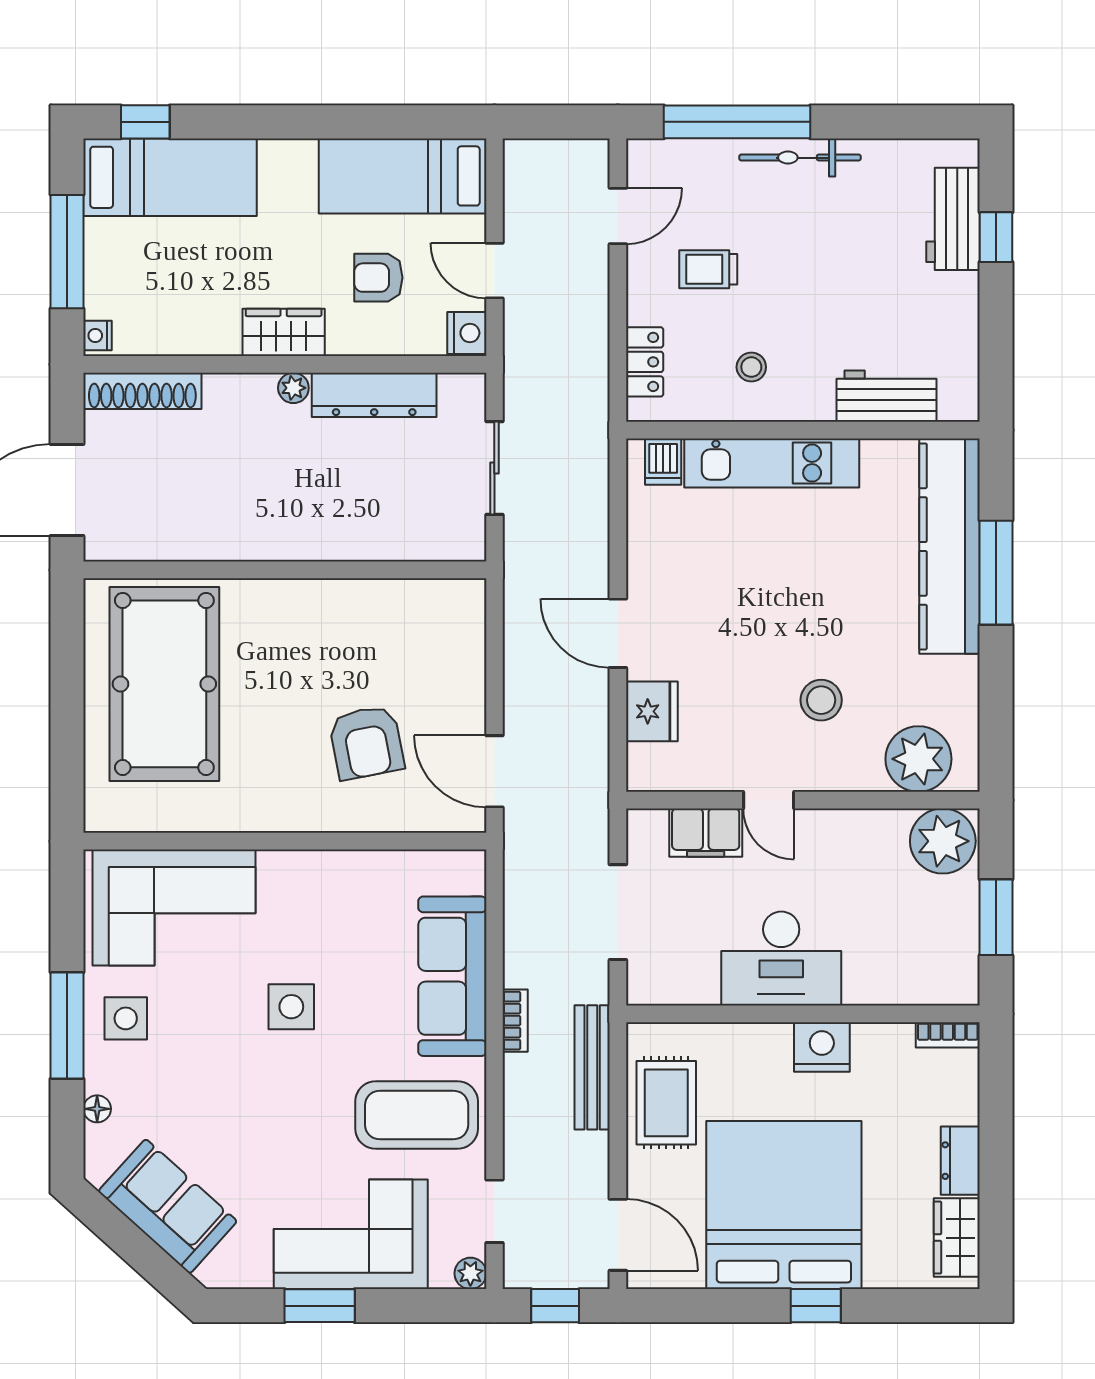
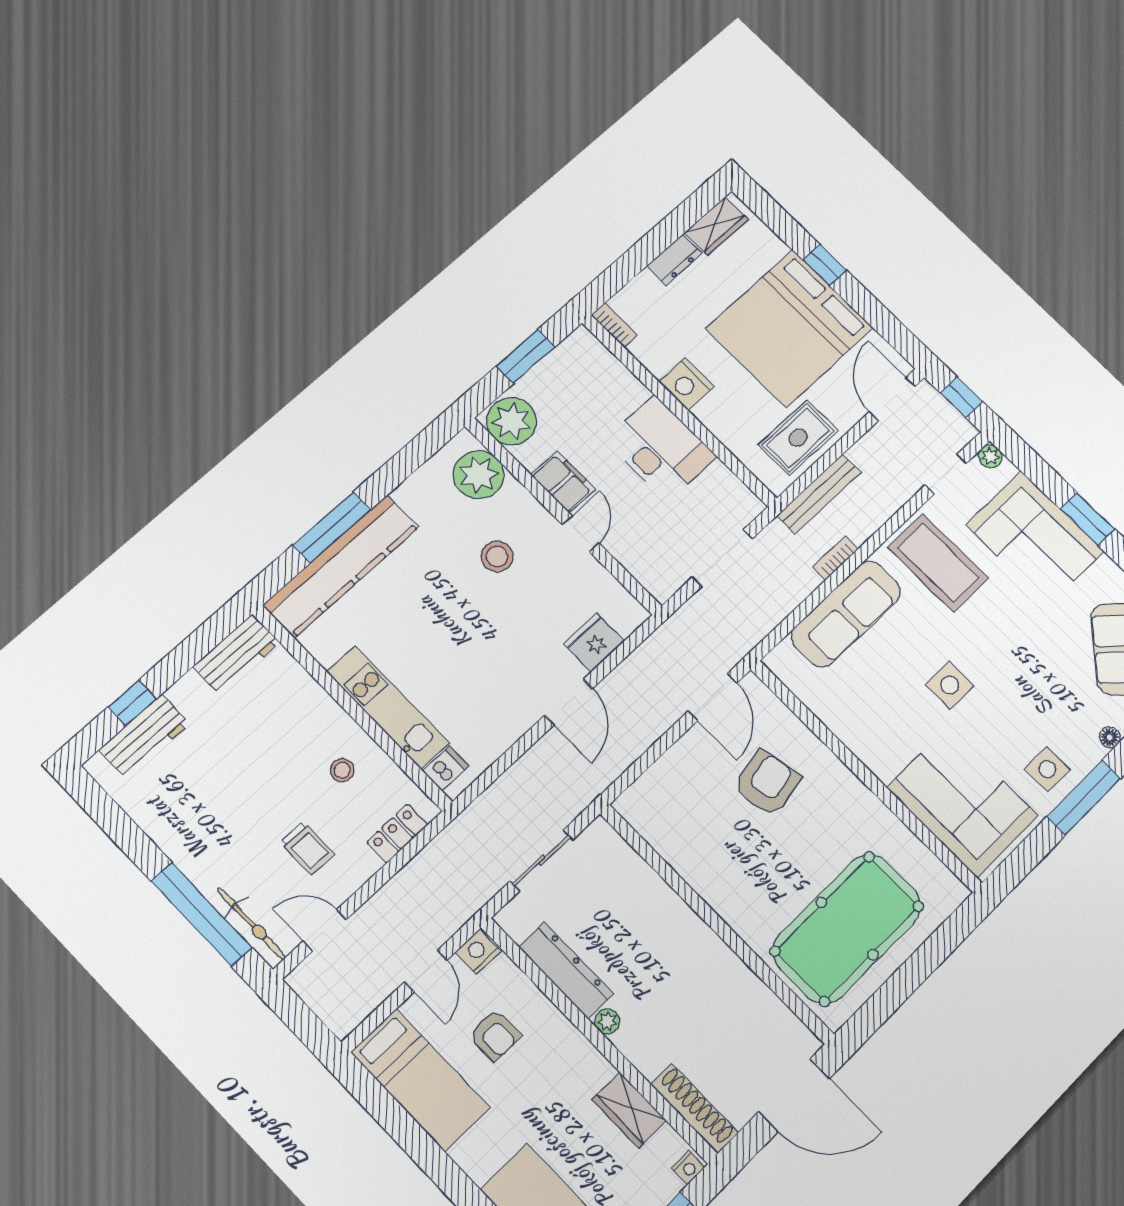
bicycle: (800, 158) -> (251, 924), moved
wardrobe: (284, 332) -> (629, 1110), moved
workbench: (886, 396) -> (236, 654), moved, turned -90
filing cabinet: (706, 833) -> (563, 482), moved

